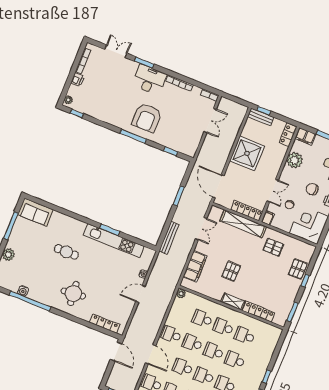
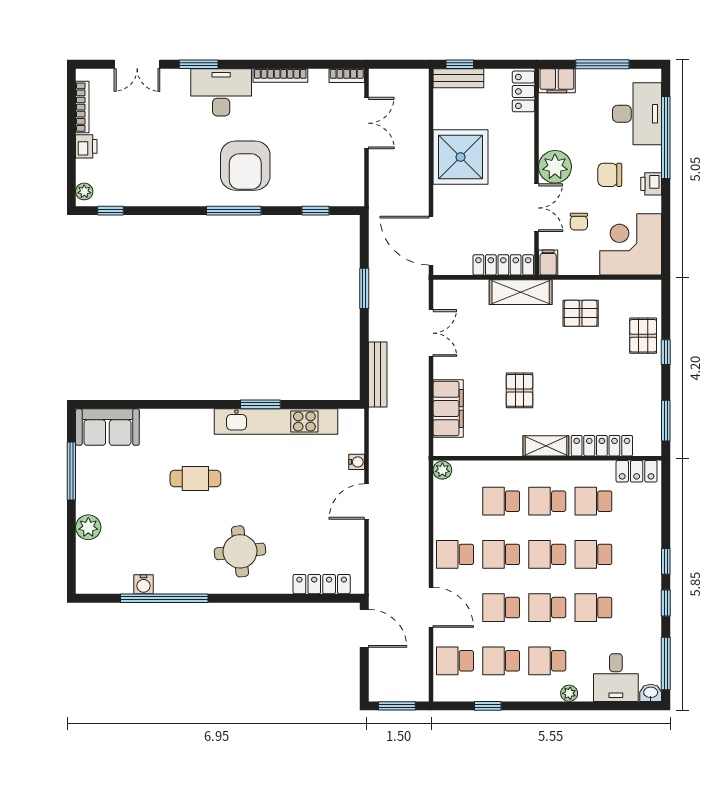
double door: (116, 51) -> (137, 64), swing flipped
plant: (295, 160) -> (555, 167), moved
shelving: (243, 224) -> (521, 292), width x0.68
locker: (270, 330) -> (637, 471), added

